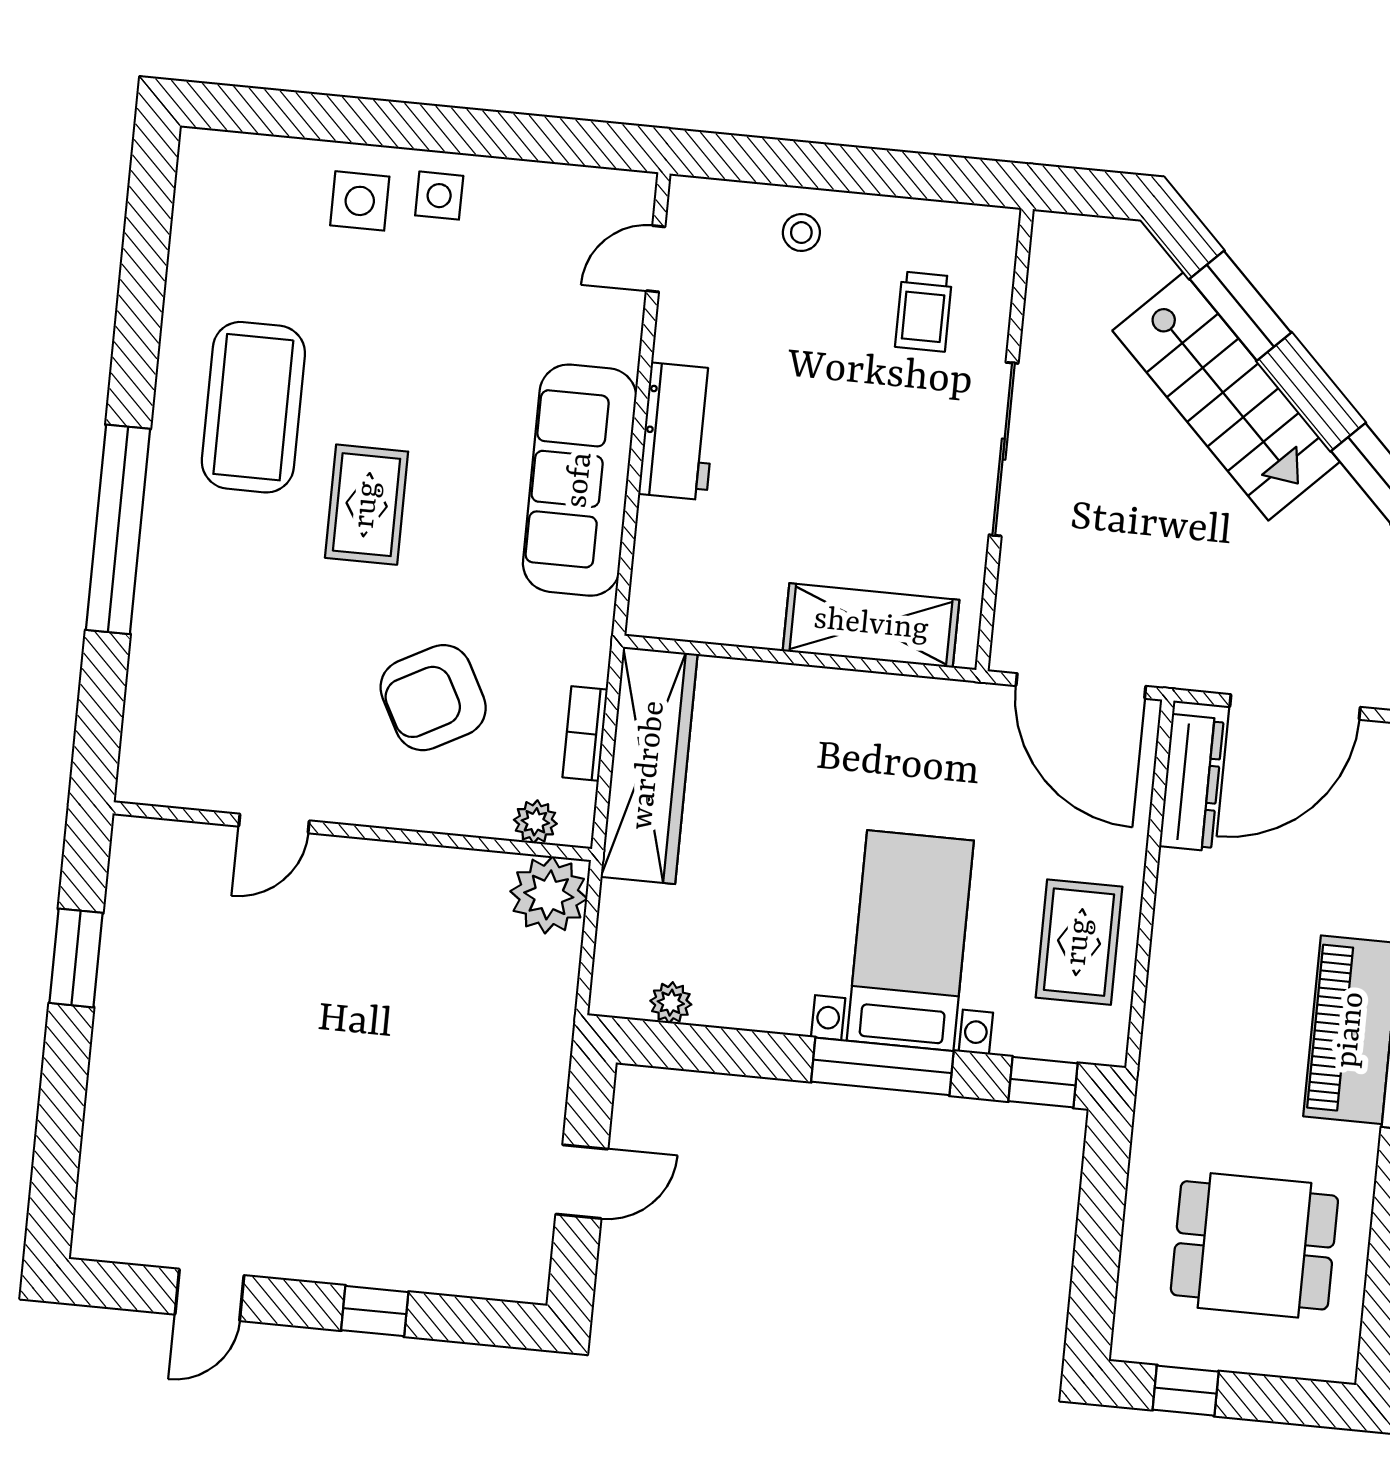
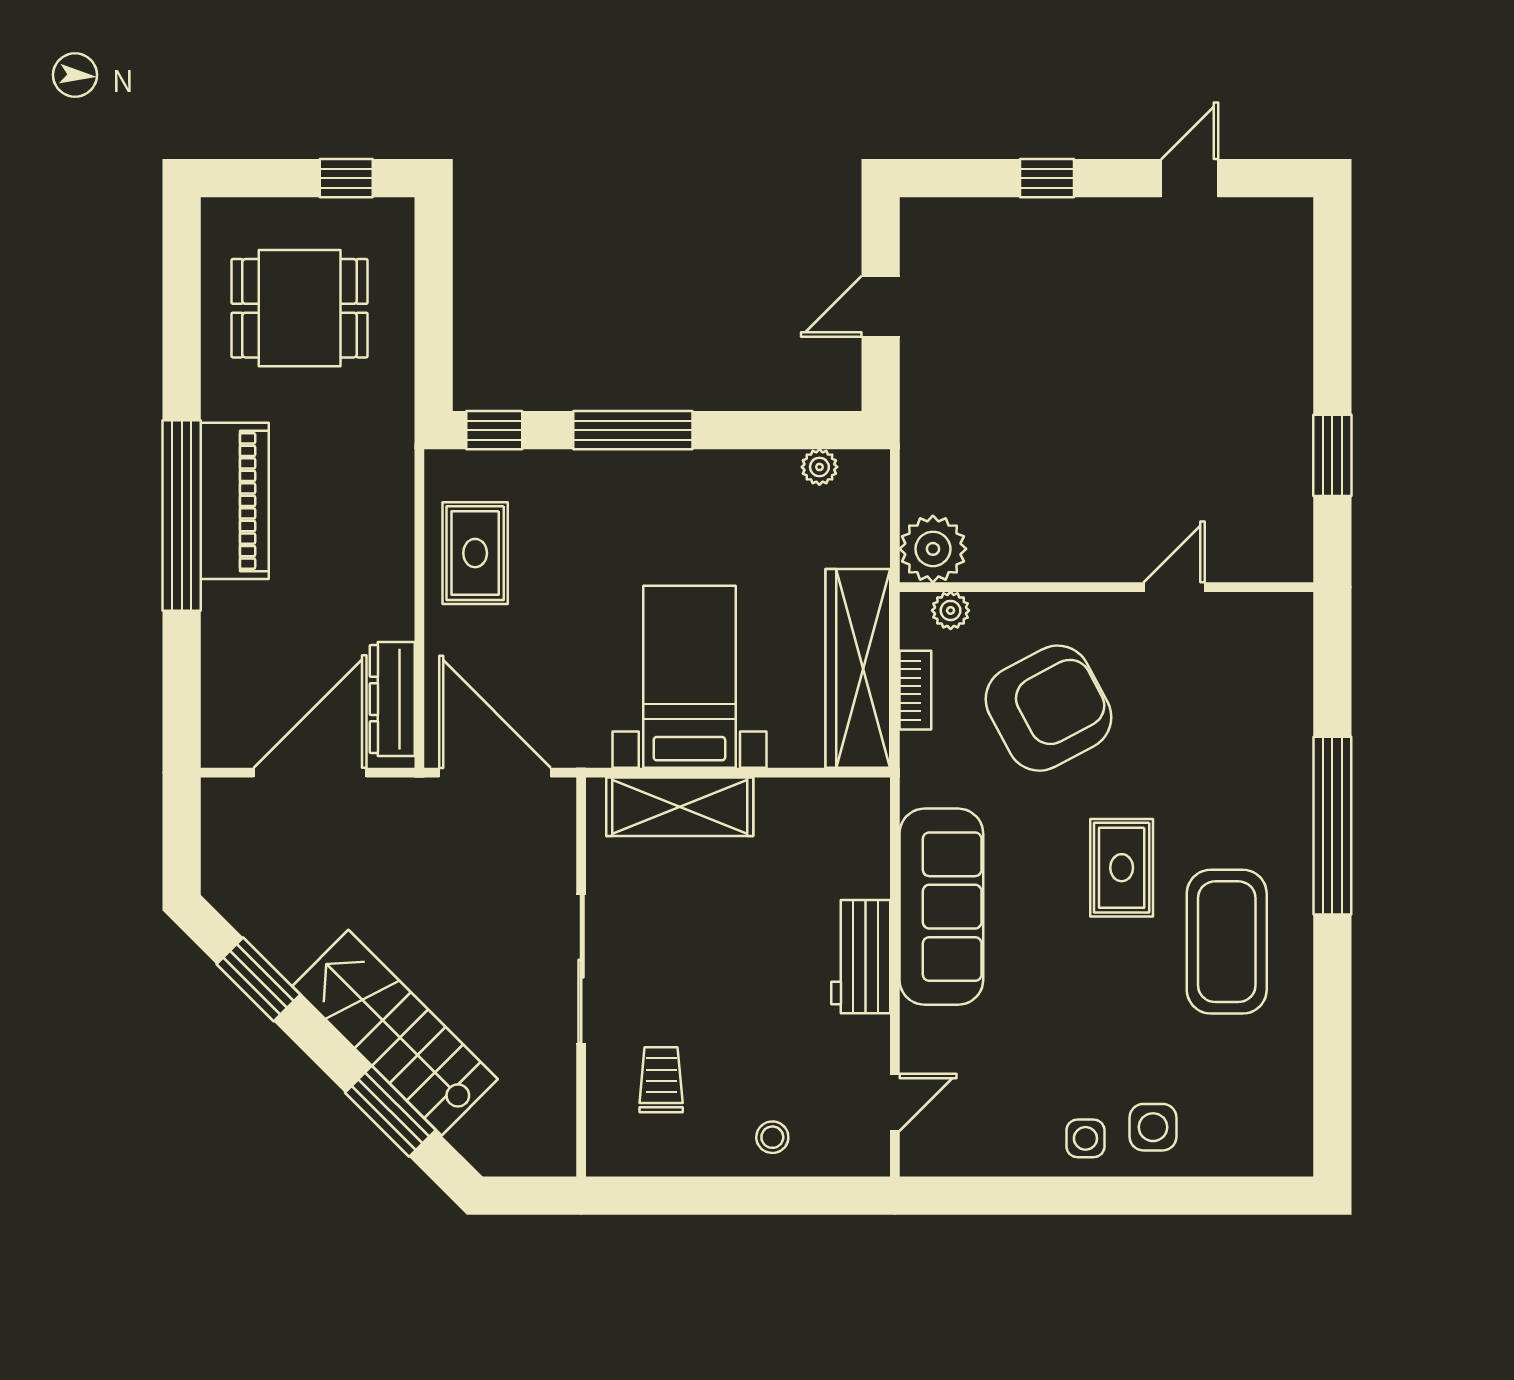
armchair: (433, 698) -> (1048, 708), width x1.36, depth x1.36
bed with nightstands: (910, 941) -> (689, 677), moved, turned 180

